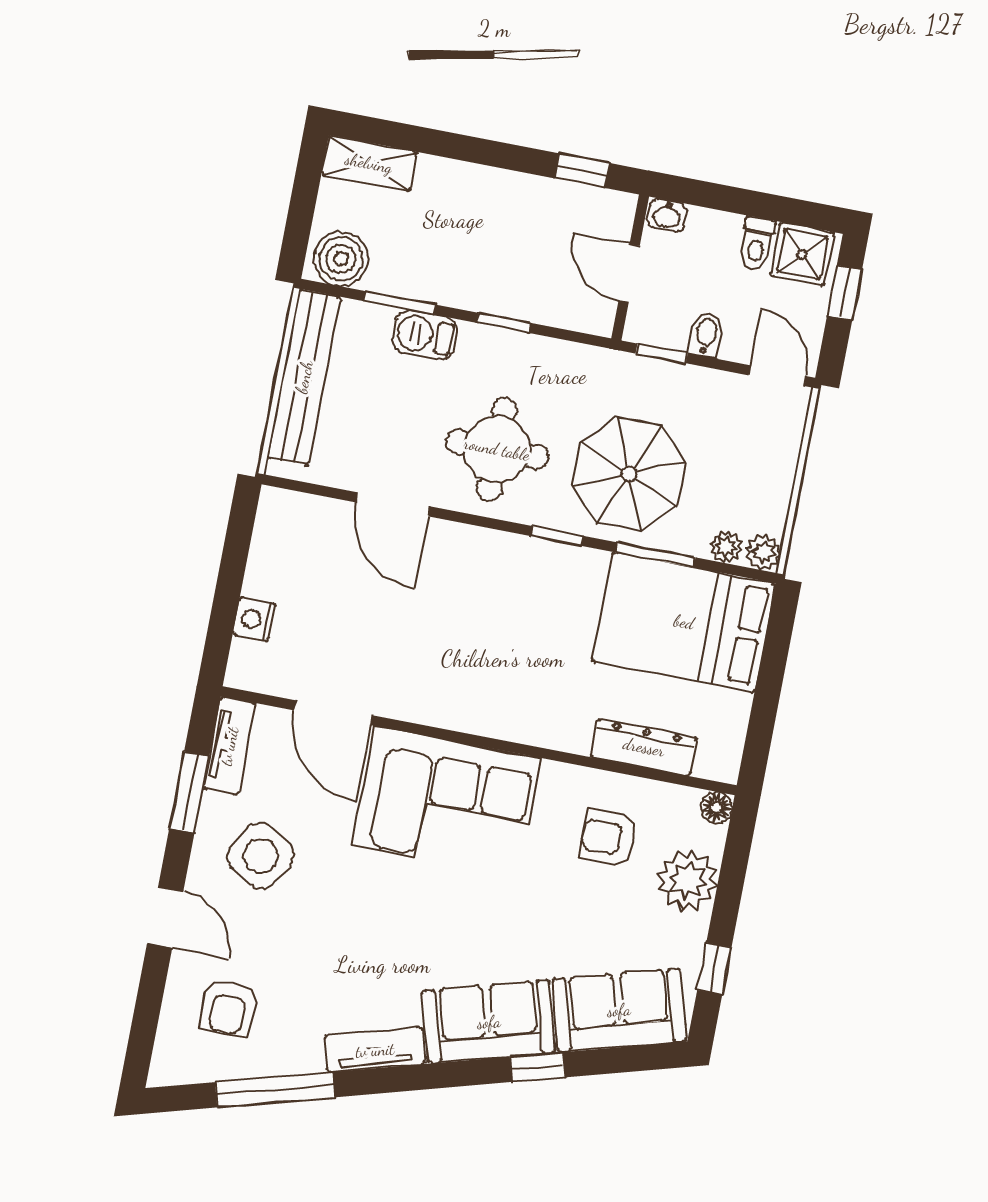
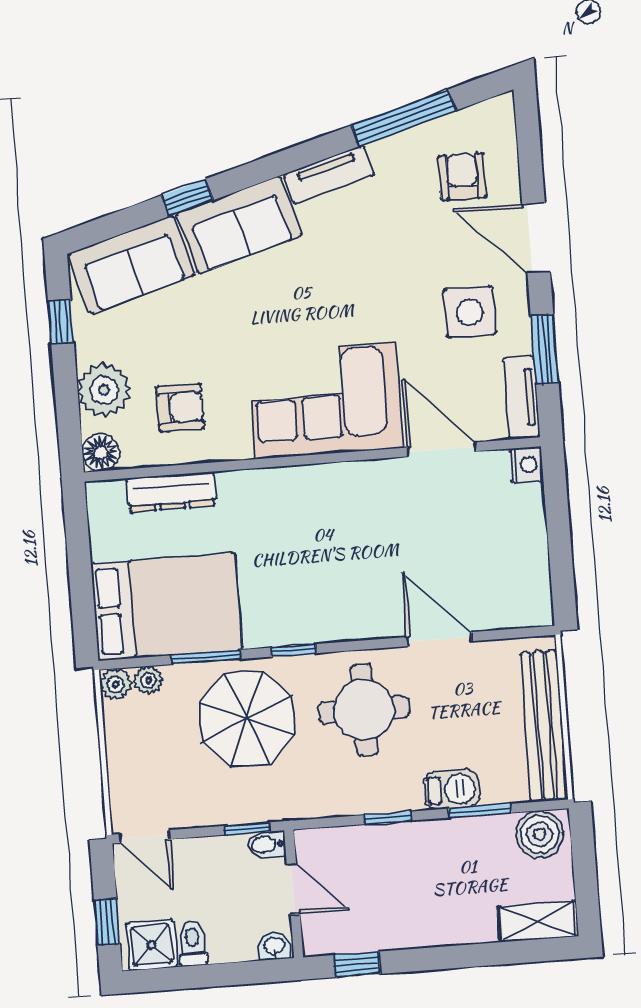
bidet: (706, 335) -> (267, 844), moved, turned 90
nightstand: (254, 619) -> (526, 465), moved
floor lamp: (717, 808) -> (101, 452), width x1.37, depth x1.37
side table: (261, 856) -> (470, 312), turned -31
door: (165, 918) -> (536, 238), width x1.38

